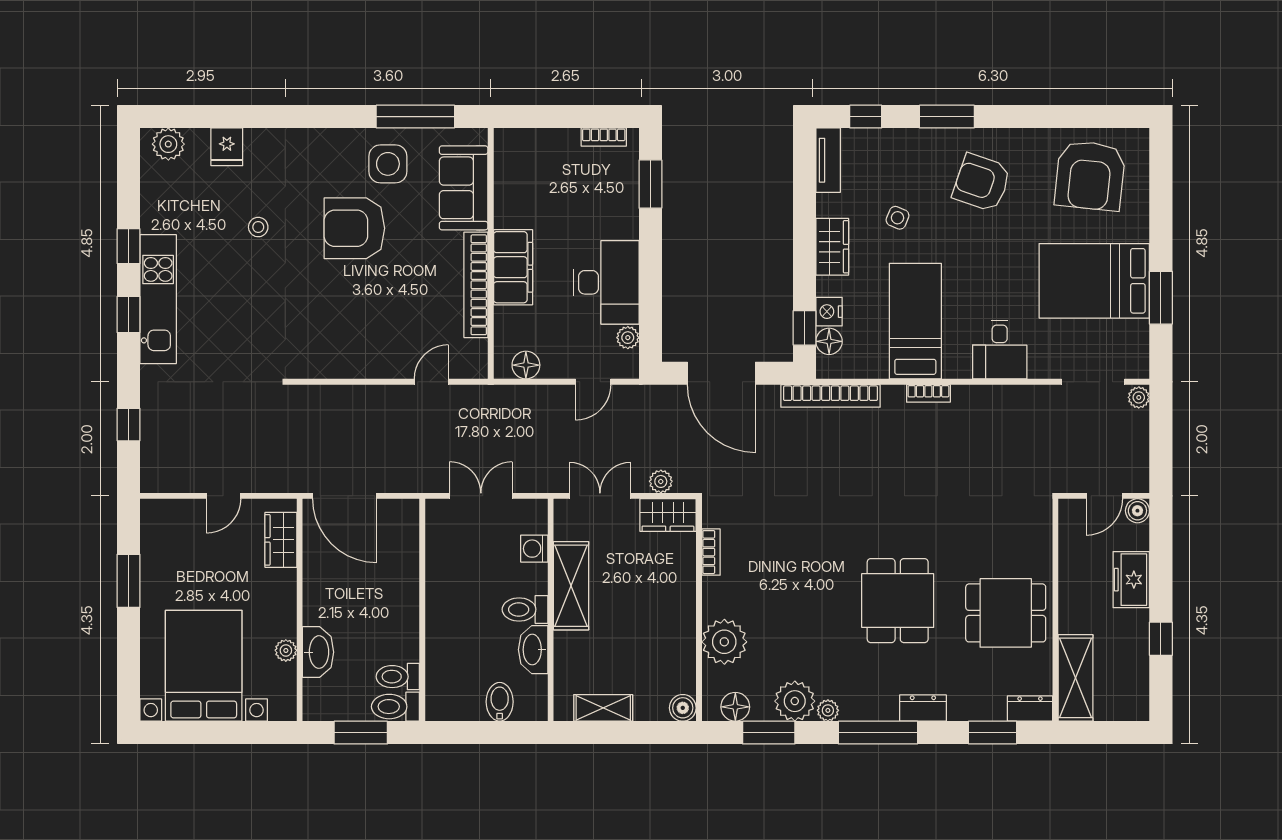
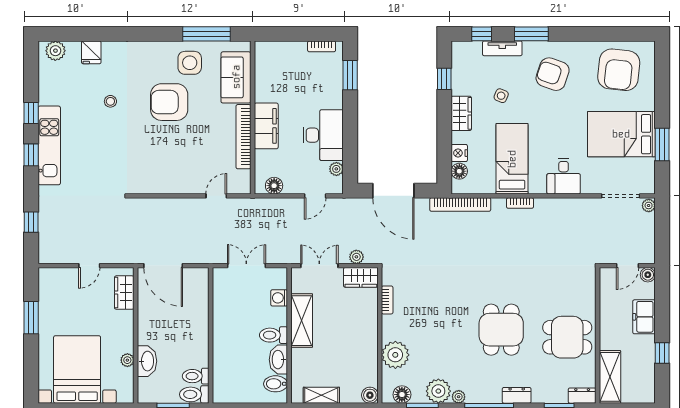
tv unit: (828, 160) -> (502, 48), moved, turned 90
window: (804, 328) -> (444, 79), moved
bidet: (500, 702) -> (276, 384), moved, turned -90

